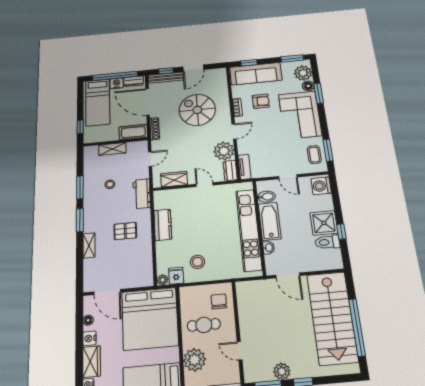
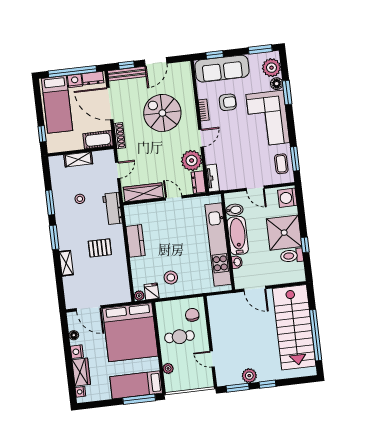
wardrobe: (174, 179) -> (143, 192), width x1.50
shower: (324, 223) -> (284, 233), width x1.37, depth x1.37
plant: (194, 360) -> (168, 368), width x0.53, depth x0.53

